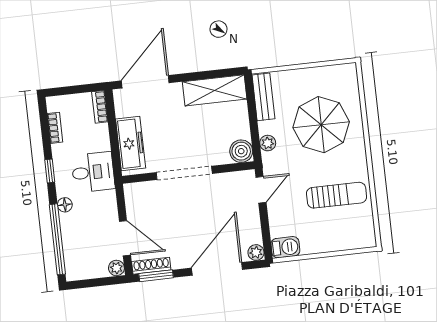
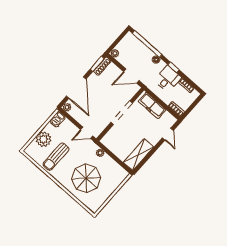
door: (145, 82) -> (168, 134), width x0.53
bench: (263, 97) -> (118, 169), removed
boiler: (241, 151) -> (107, 141), removed
desk: (93, 172) -> (168, 79), moved, turned 180
door: (261, 190) -> (87, 133), hinge flipped
plant: (332, 237) -> (43, 139), added
door: (125, 238) -> (131, 76), moved

